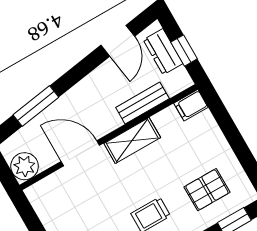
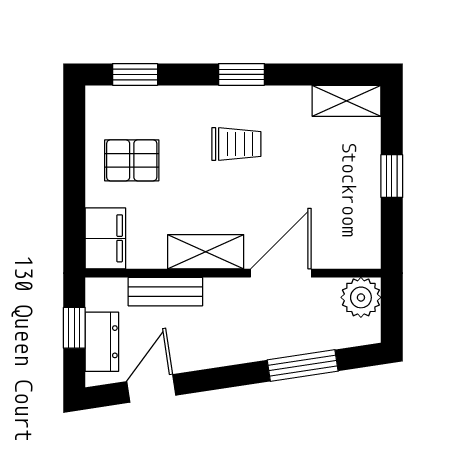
filing cabinet: (191, 105) -> (105, 238), width x2.00
door: (80, 153) -> (281, 273), swing flipped
pallet: (207, 190) -> (132, 160), moved

